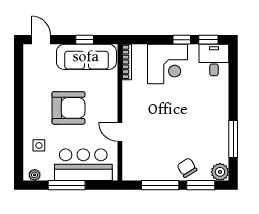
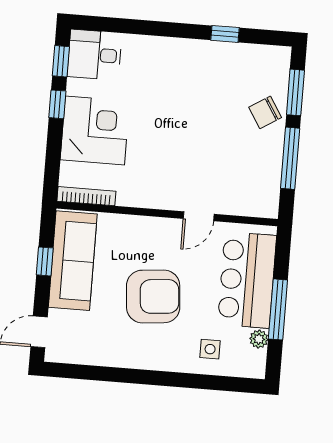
armchair: (68, 108) -> (153, 296), turned 85
window: (233, 139) -> (225, 34), width x0.46
plant: (220, 172) -> (276, 60), removed
plant: (35, 175) -> (259, 339), moved

